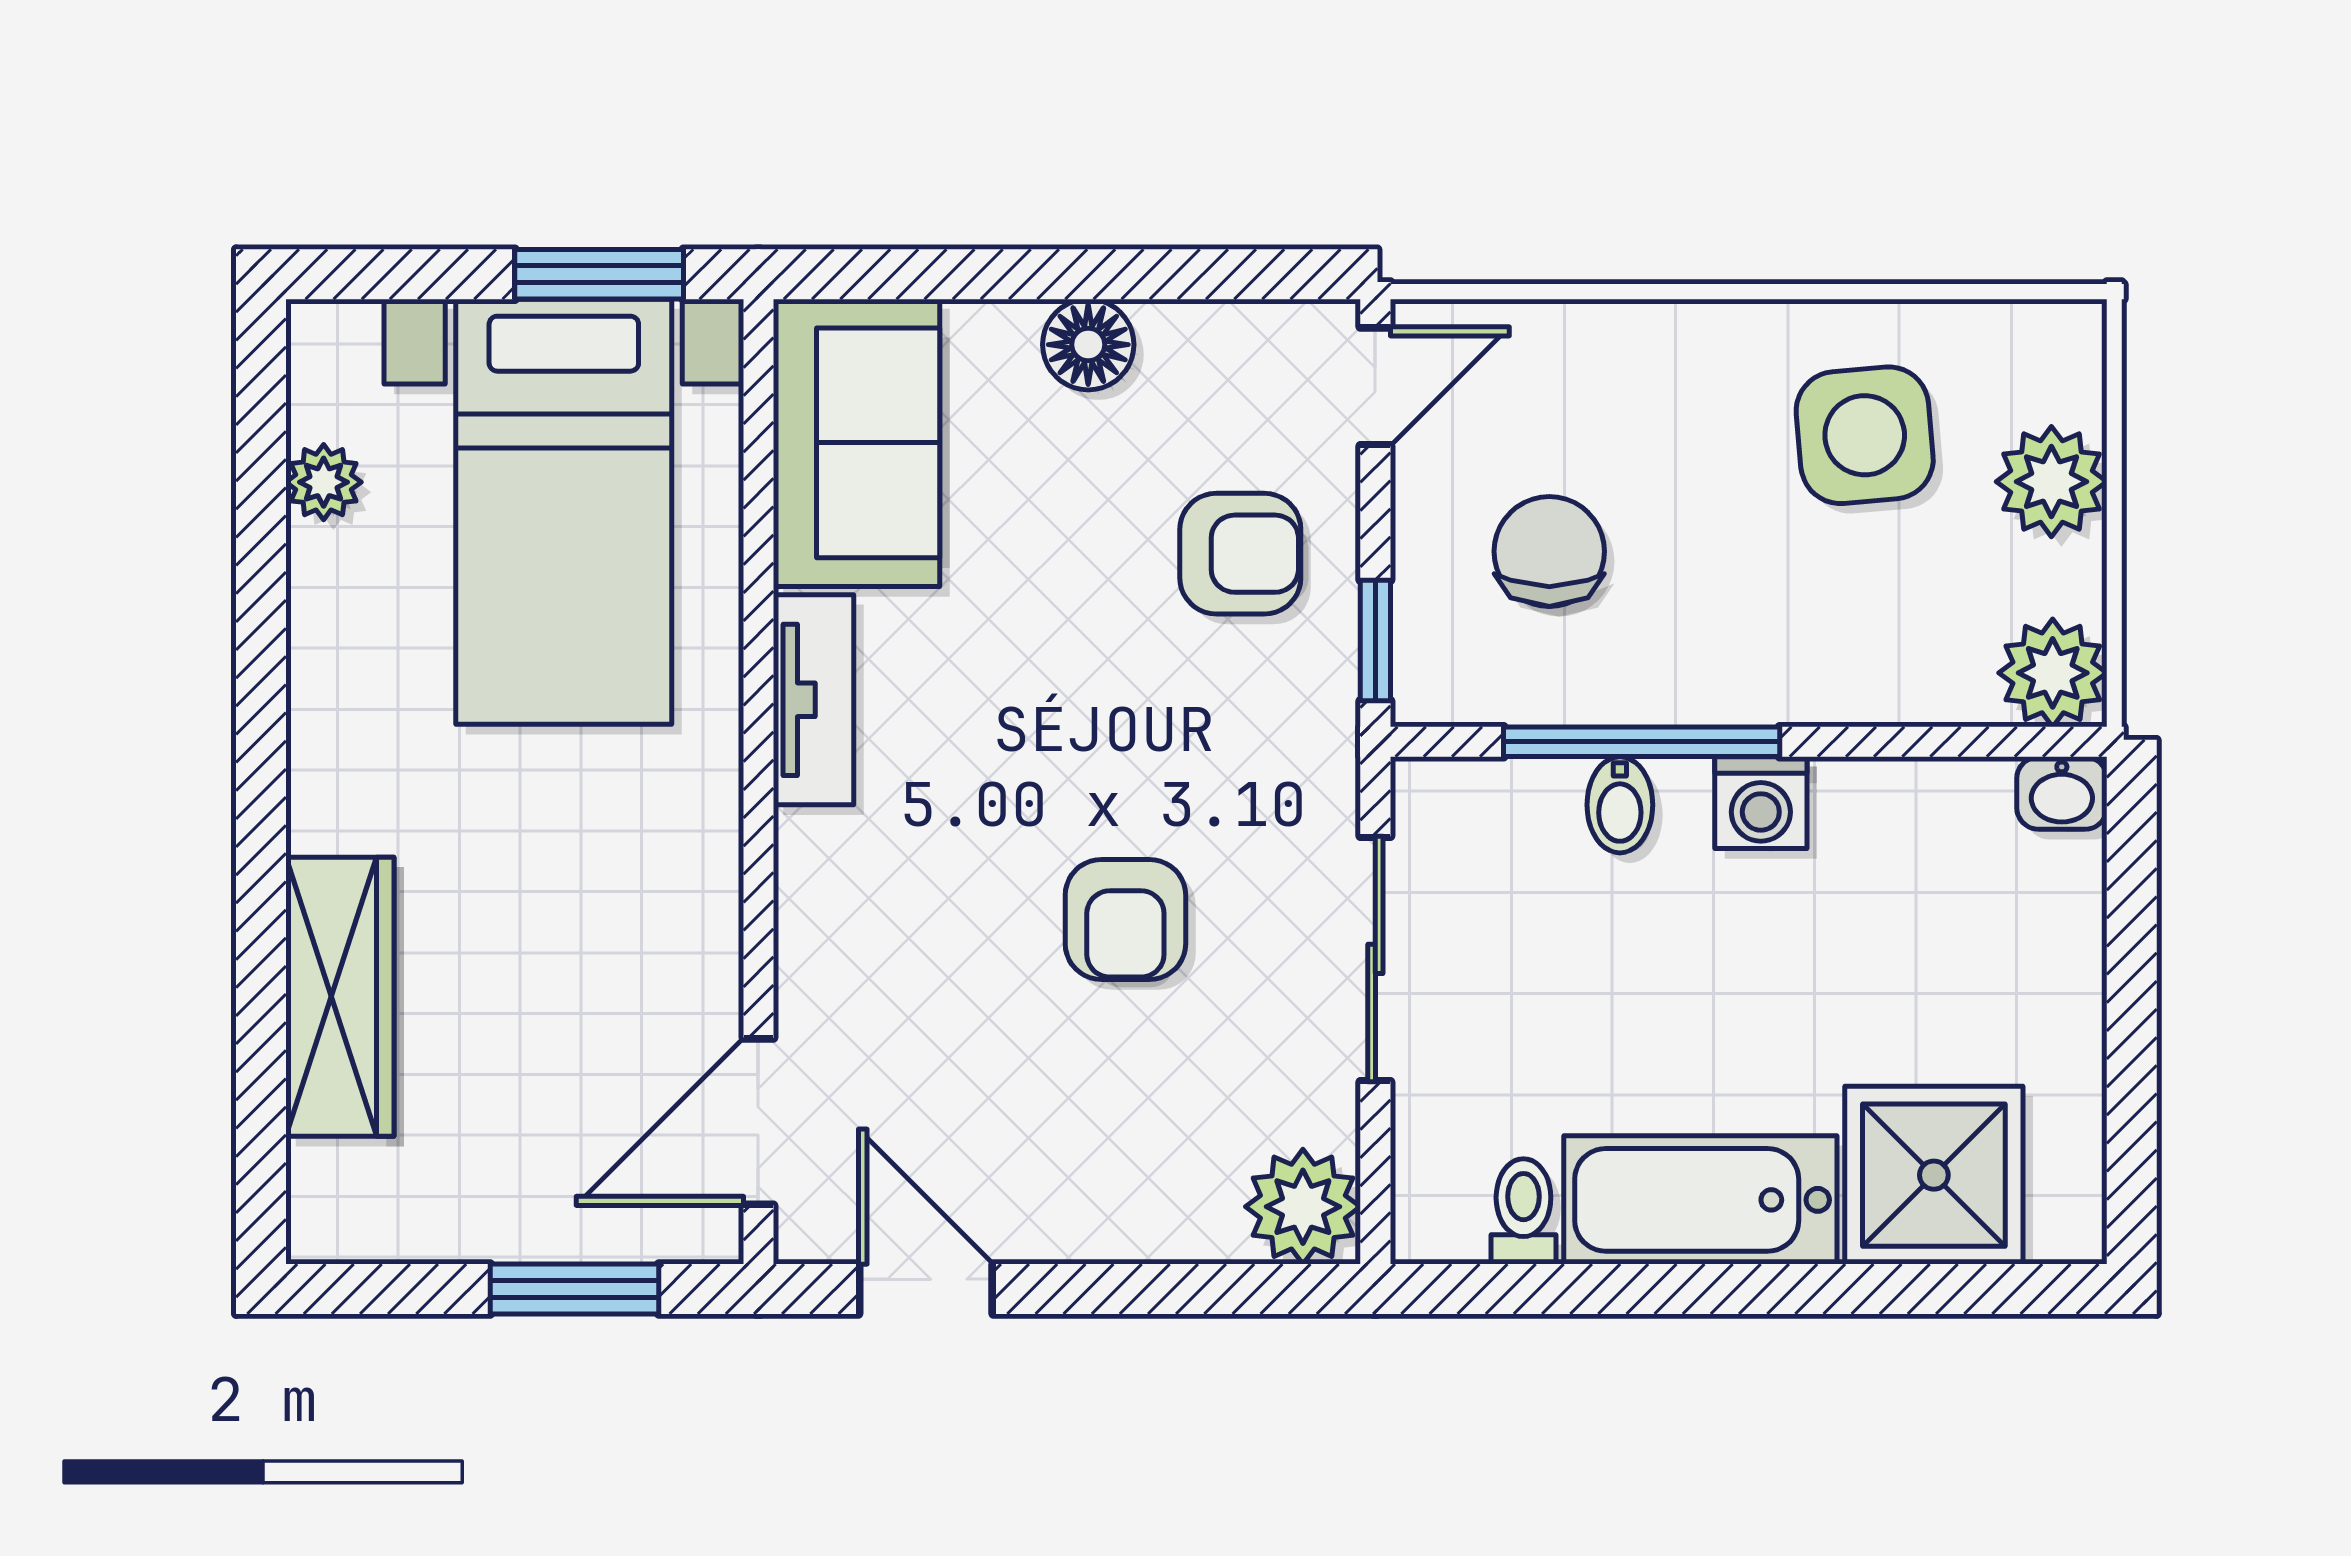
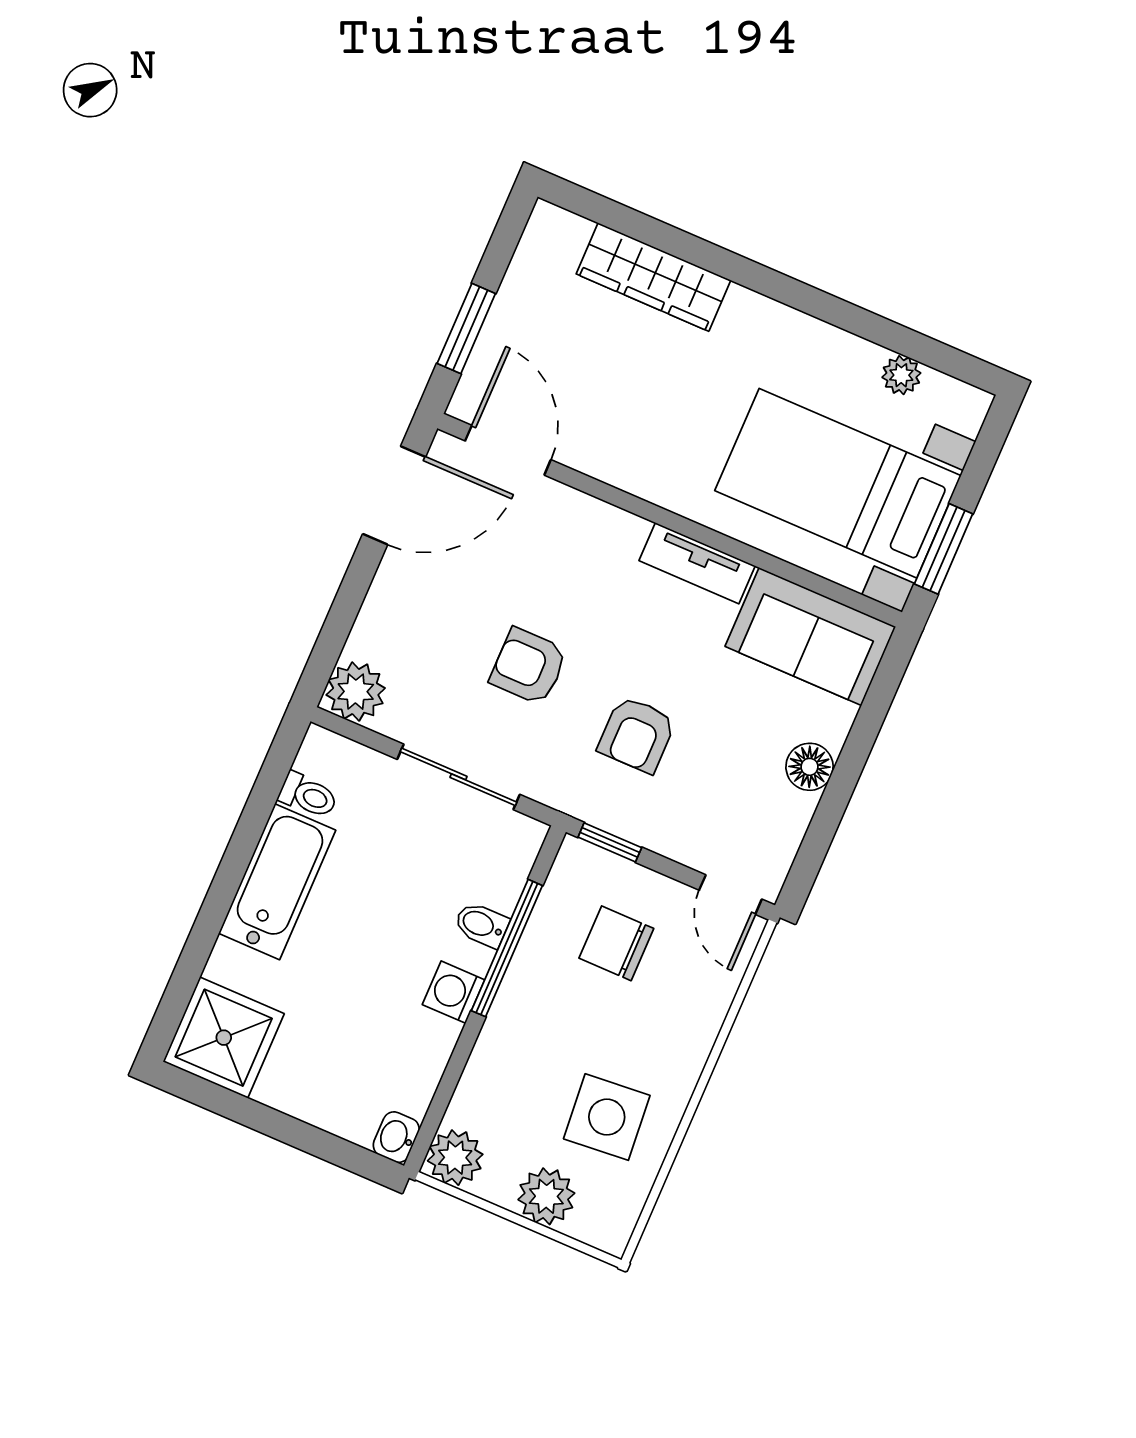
chair: (1549, 551) -> (616, 943), turned 180
armchair: (1240, 554) -> (637, 735), moved
shower: (1934, 1175) -> (224, 1038), moved
door: (926, 1289) -> (394, 495), width x1.38

